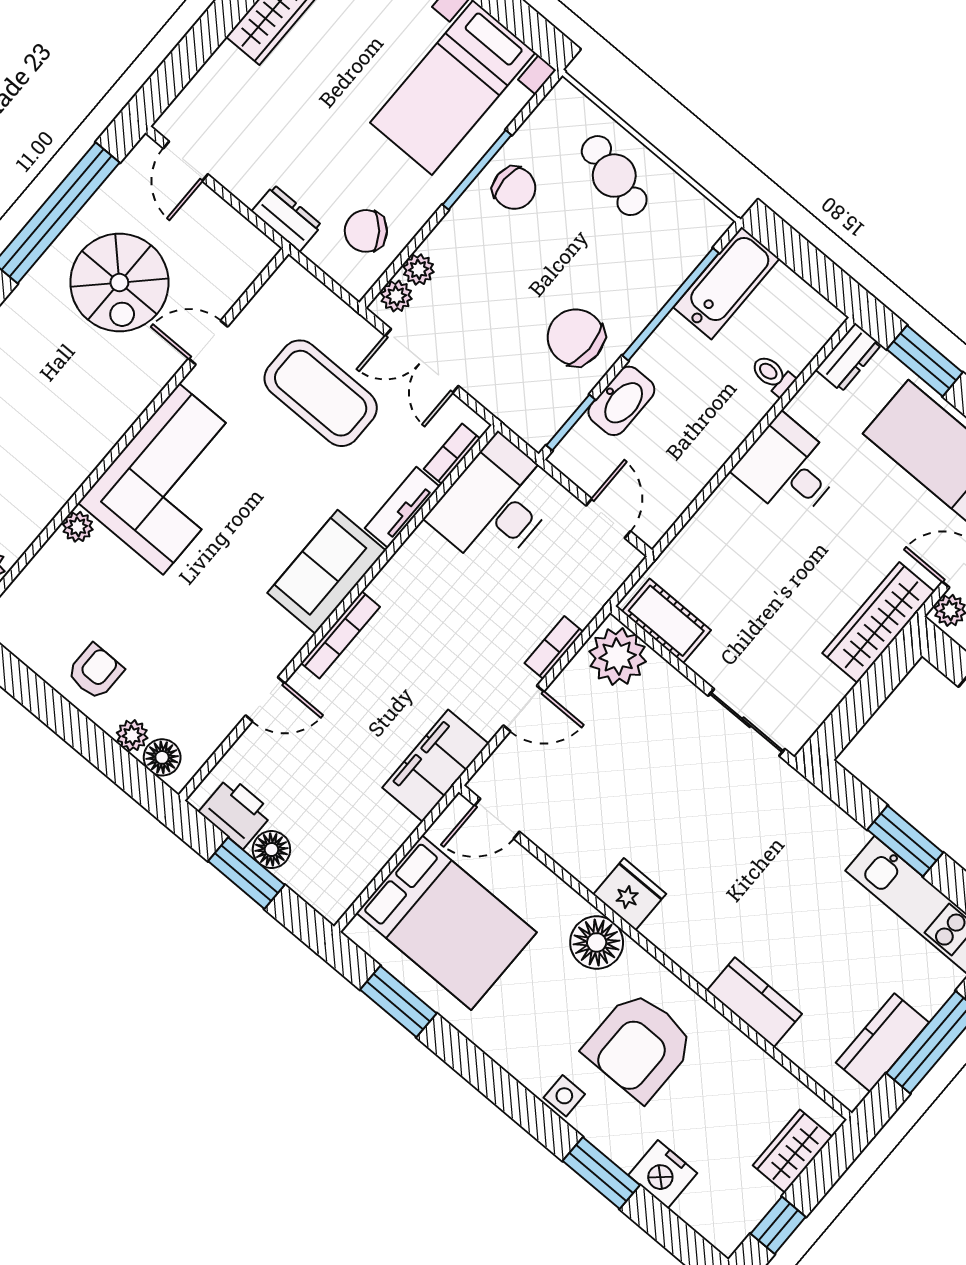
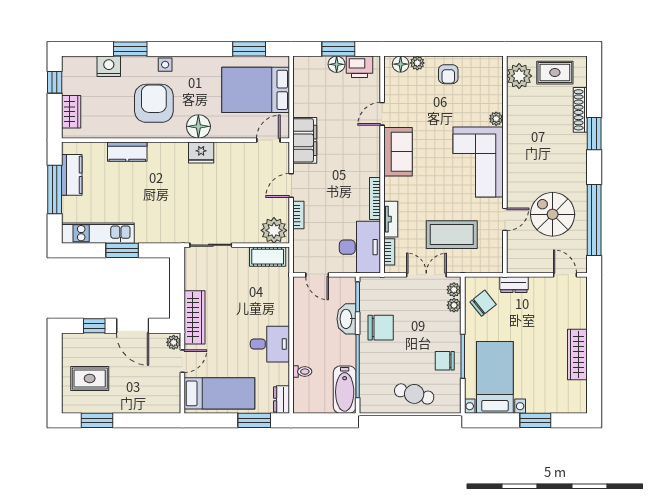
sofa: (327, 572) -> (398, 152), moved
bookcase: (340, 635) -> (375, 199), moved

